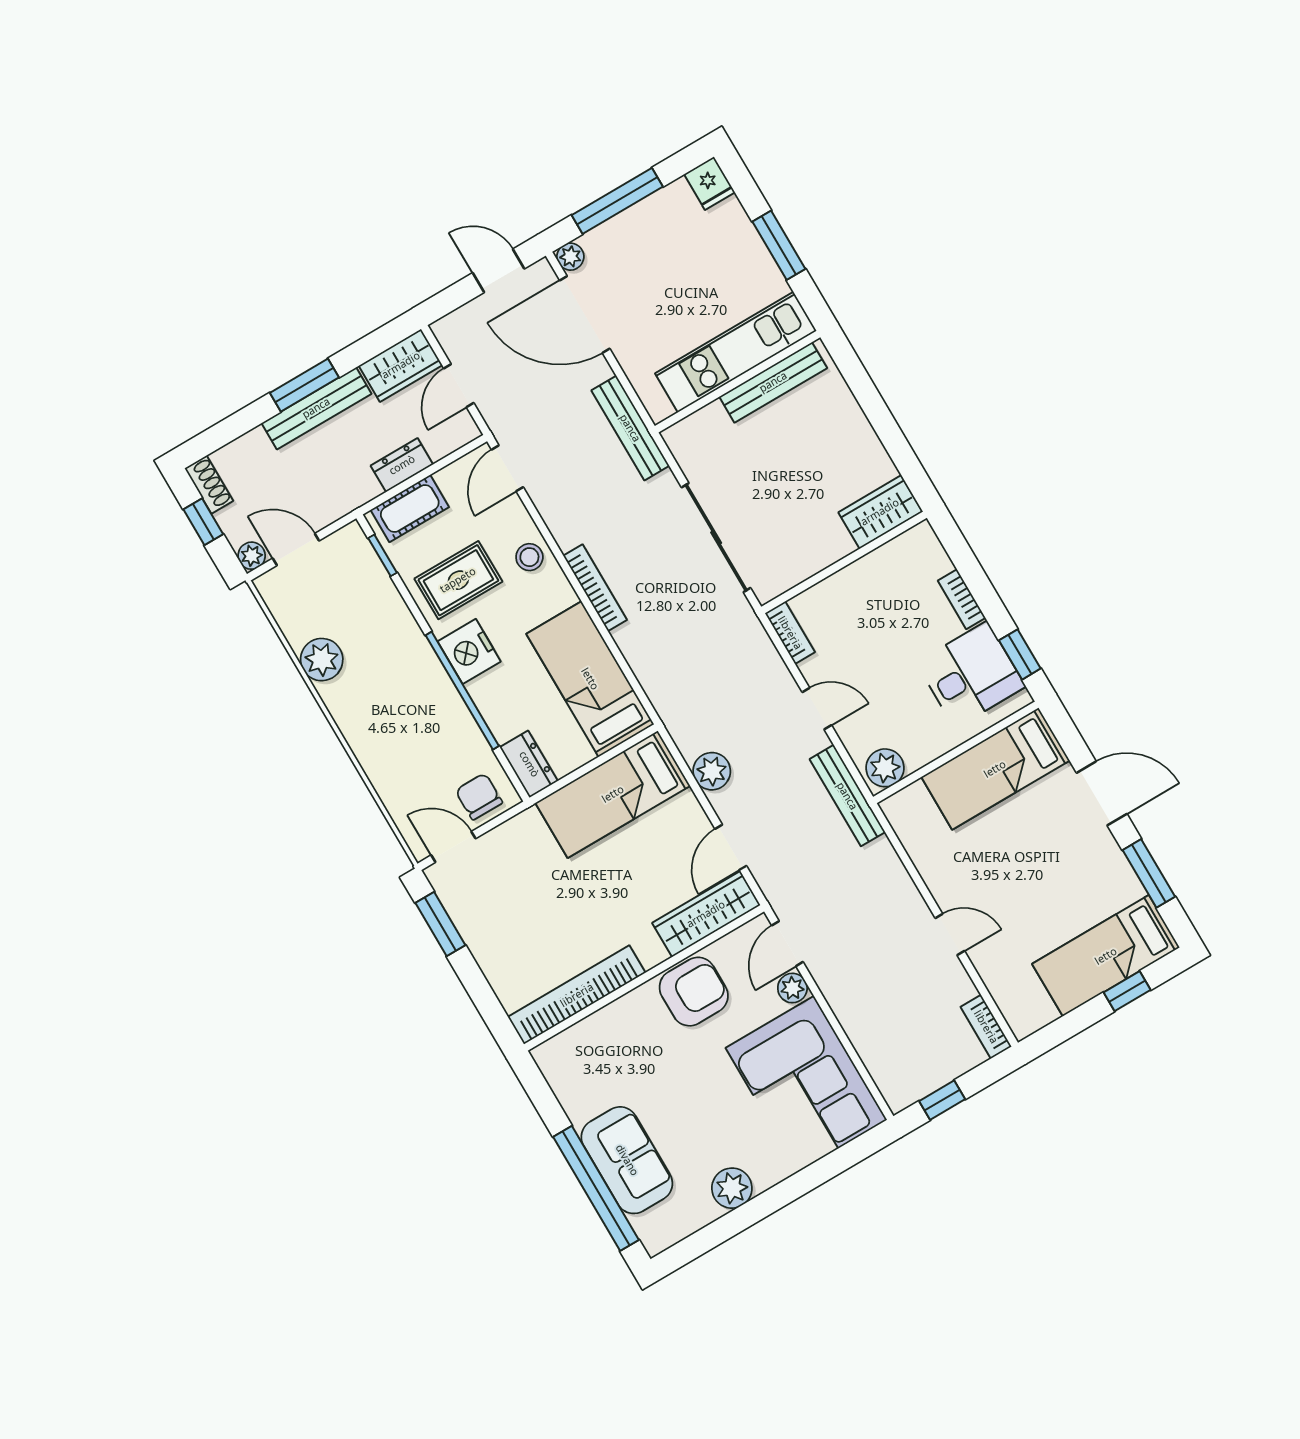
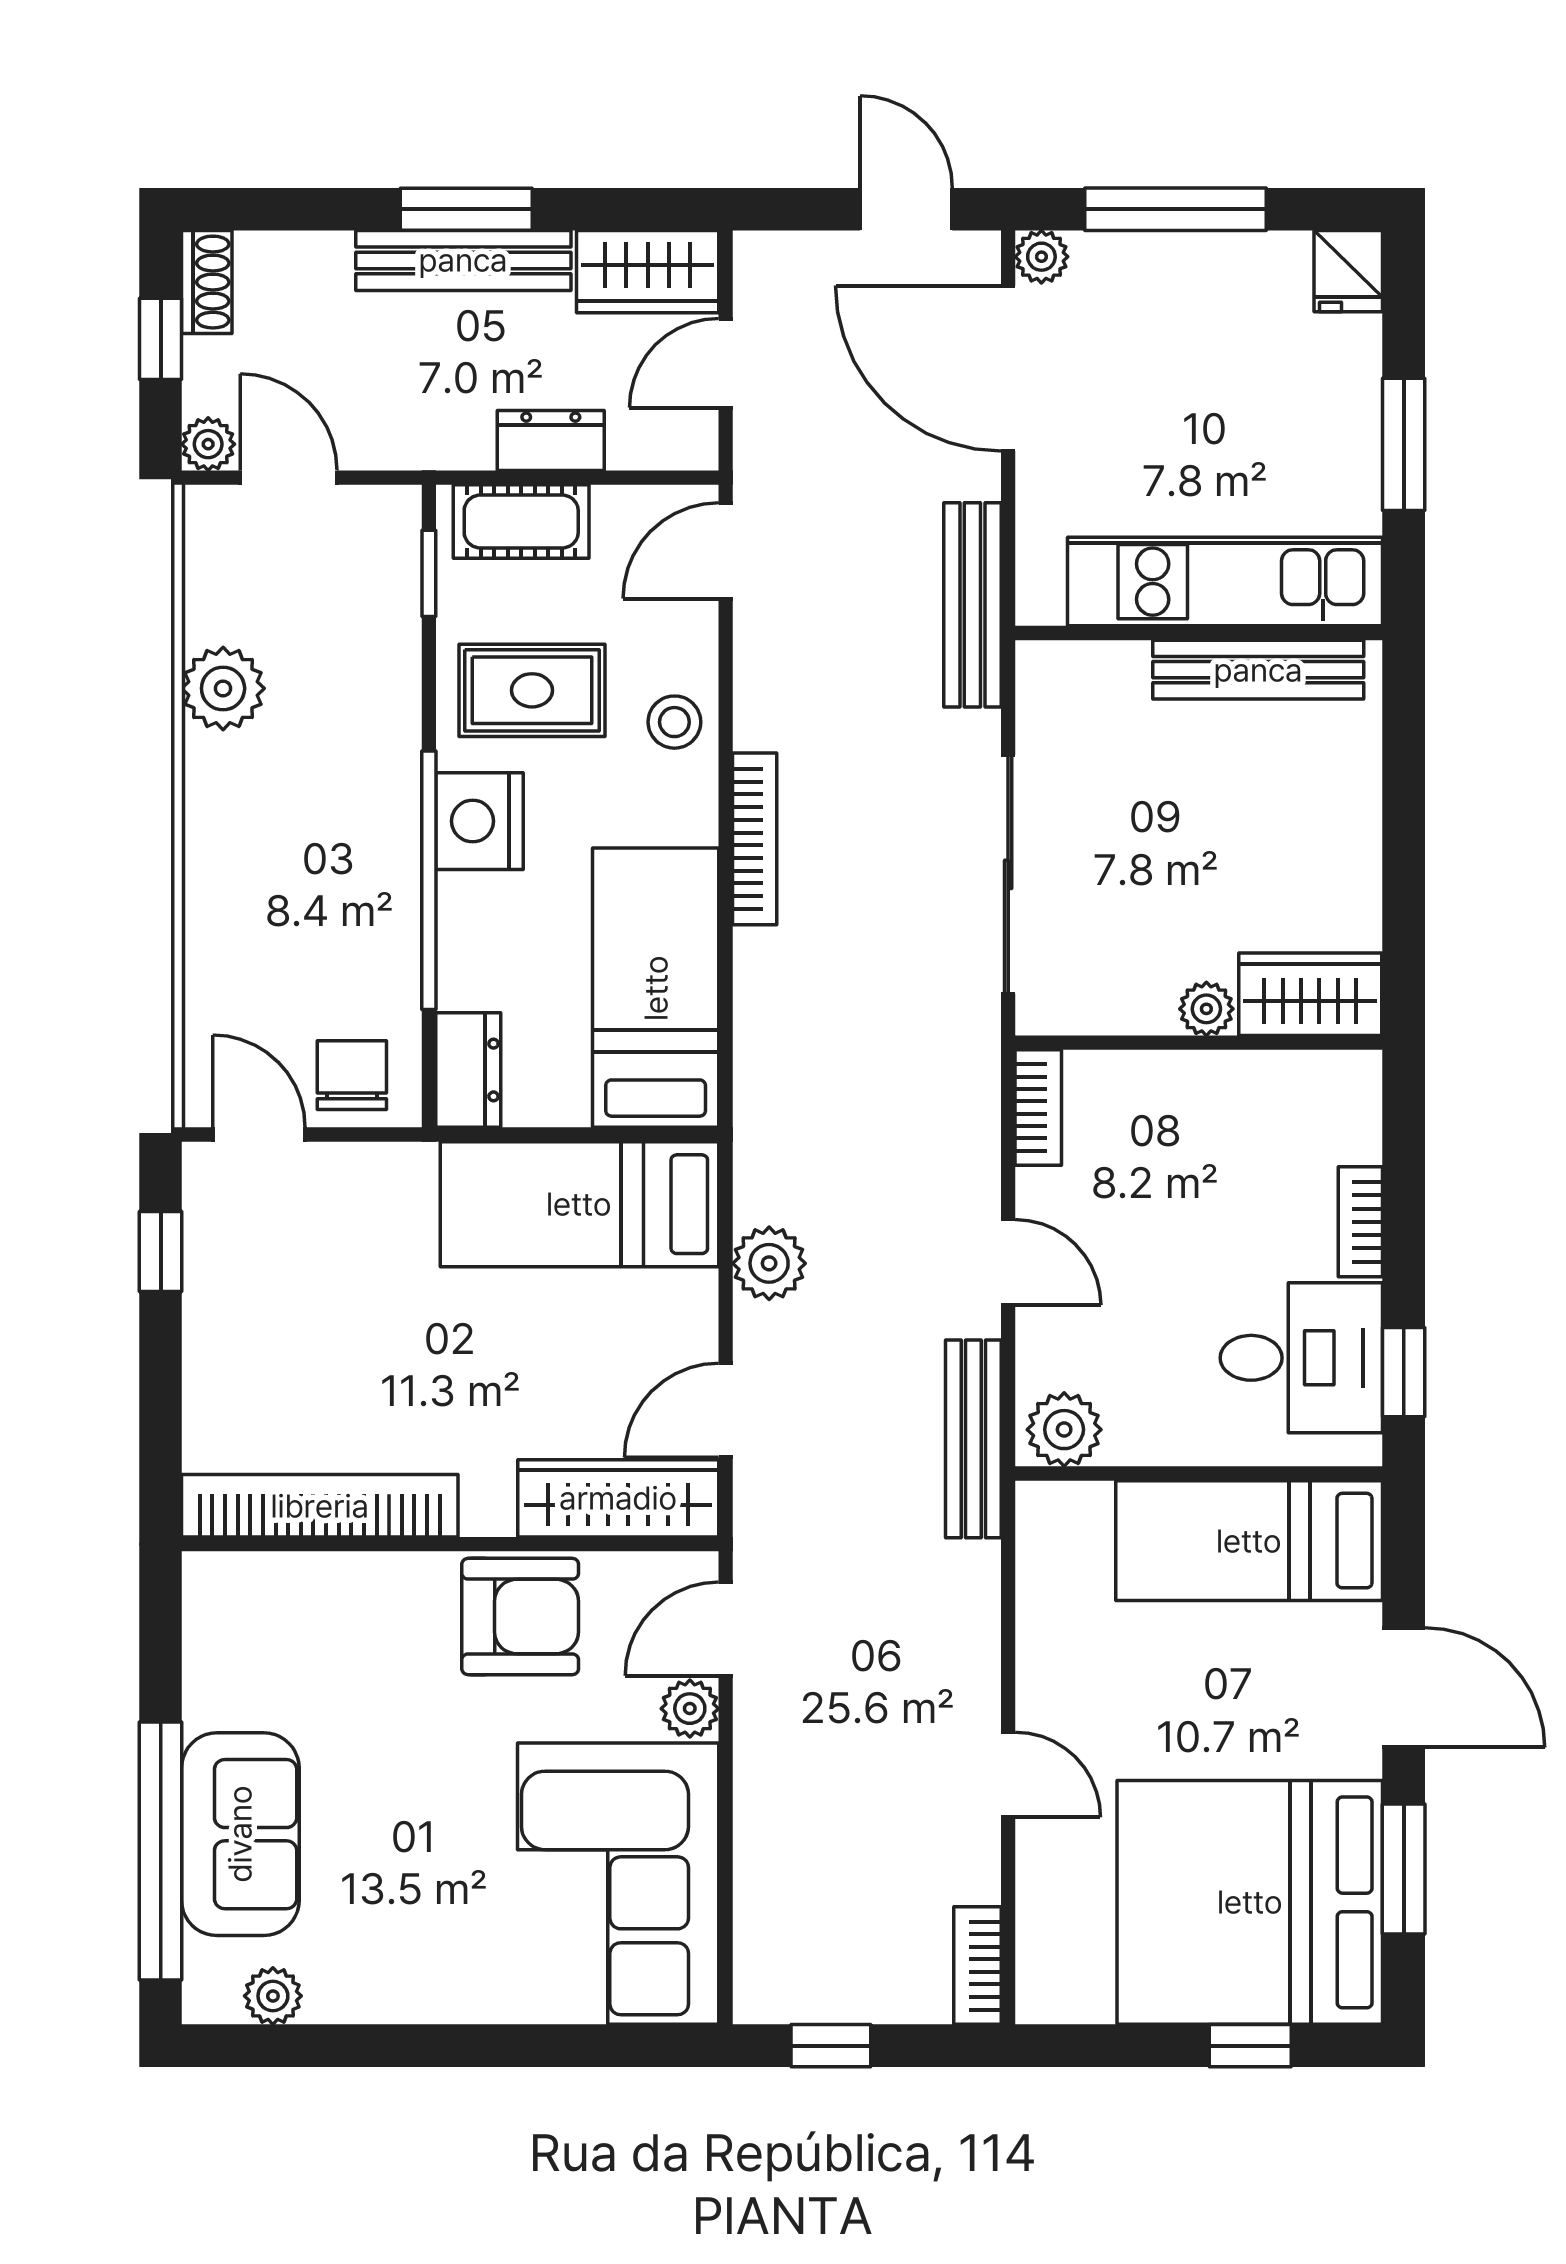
plant: (838, 545) -> (1206, 1009), added
window: (440, 924) -> (161, 1252), width x0.67
bed: (1106, 956) -> (1250, 1902), width x2.04
plant: (732, 1188) -> (273, 1996), moved, width x0.73, depth x0.73

